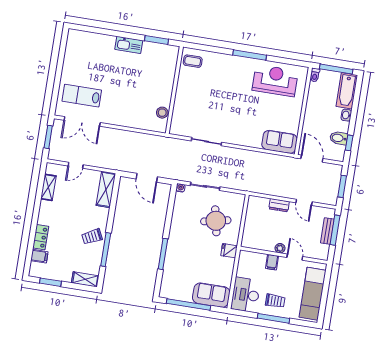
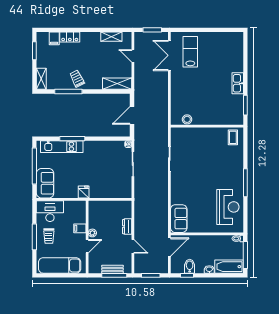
door: (304, 202) -> (133, 246), swing flipped
round table: (216, 221) -> (106, 177), removed
kitchen unit: (170, 268) -> (62, 147), added

